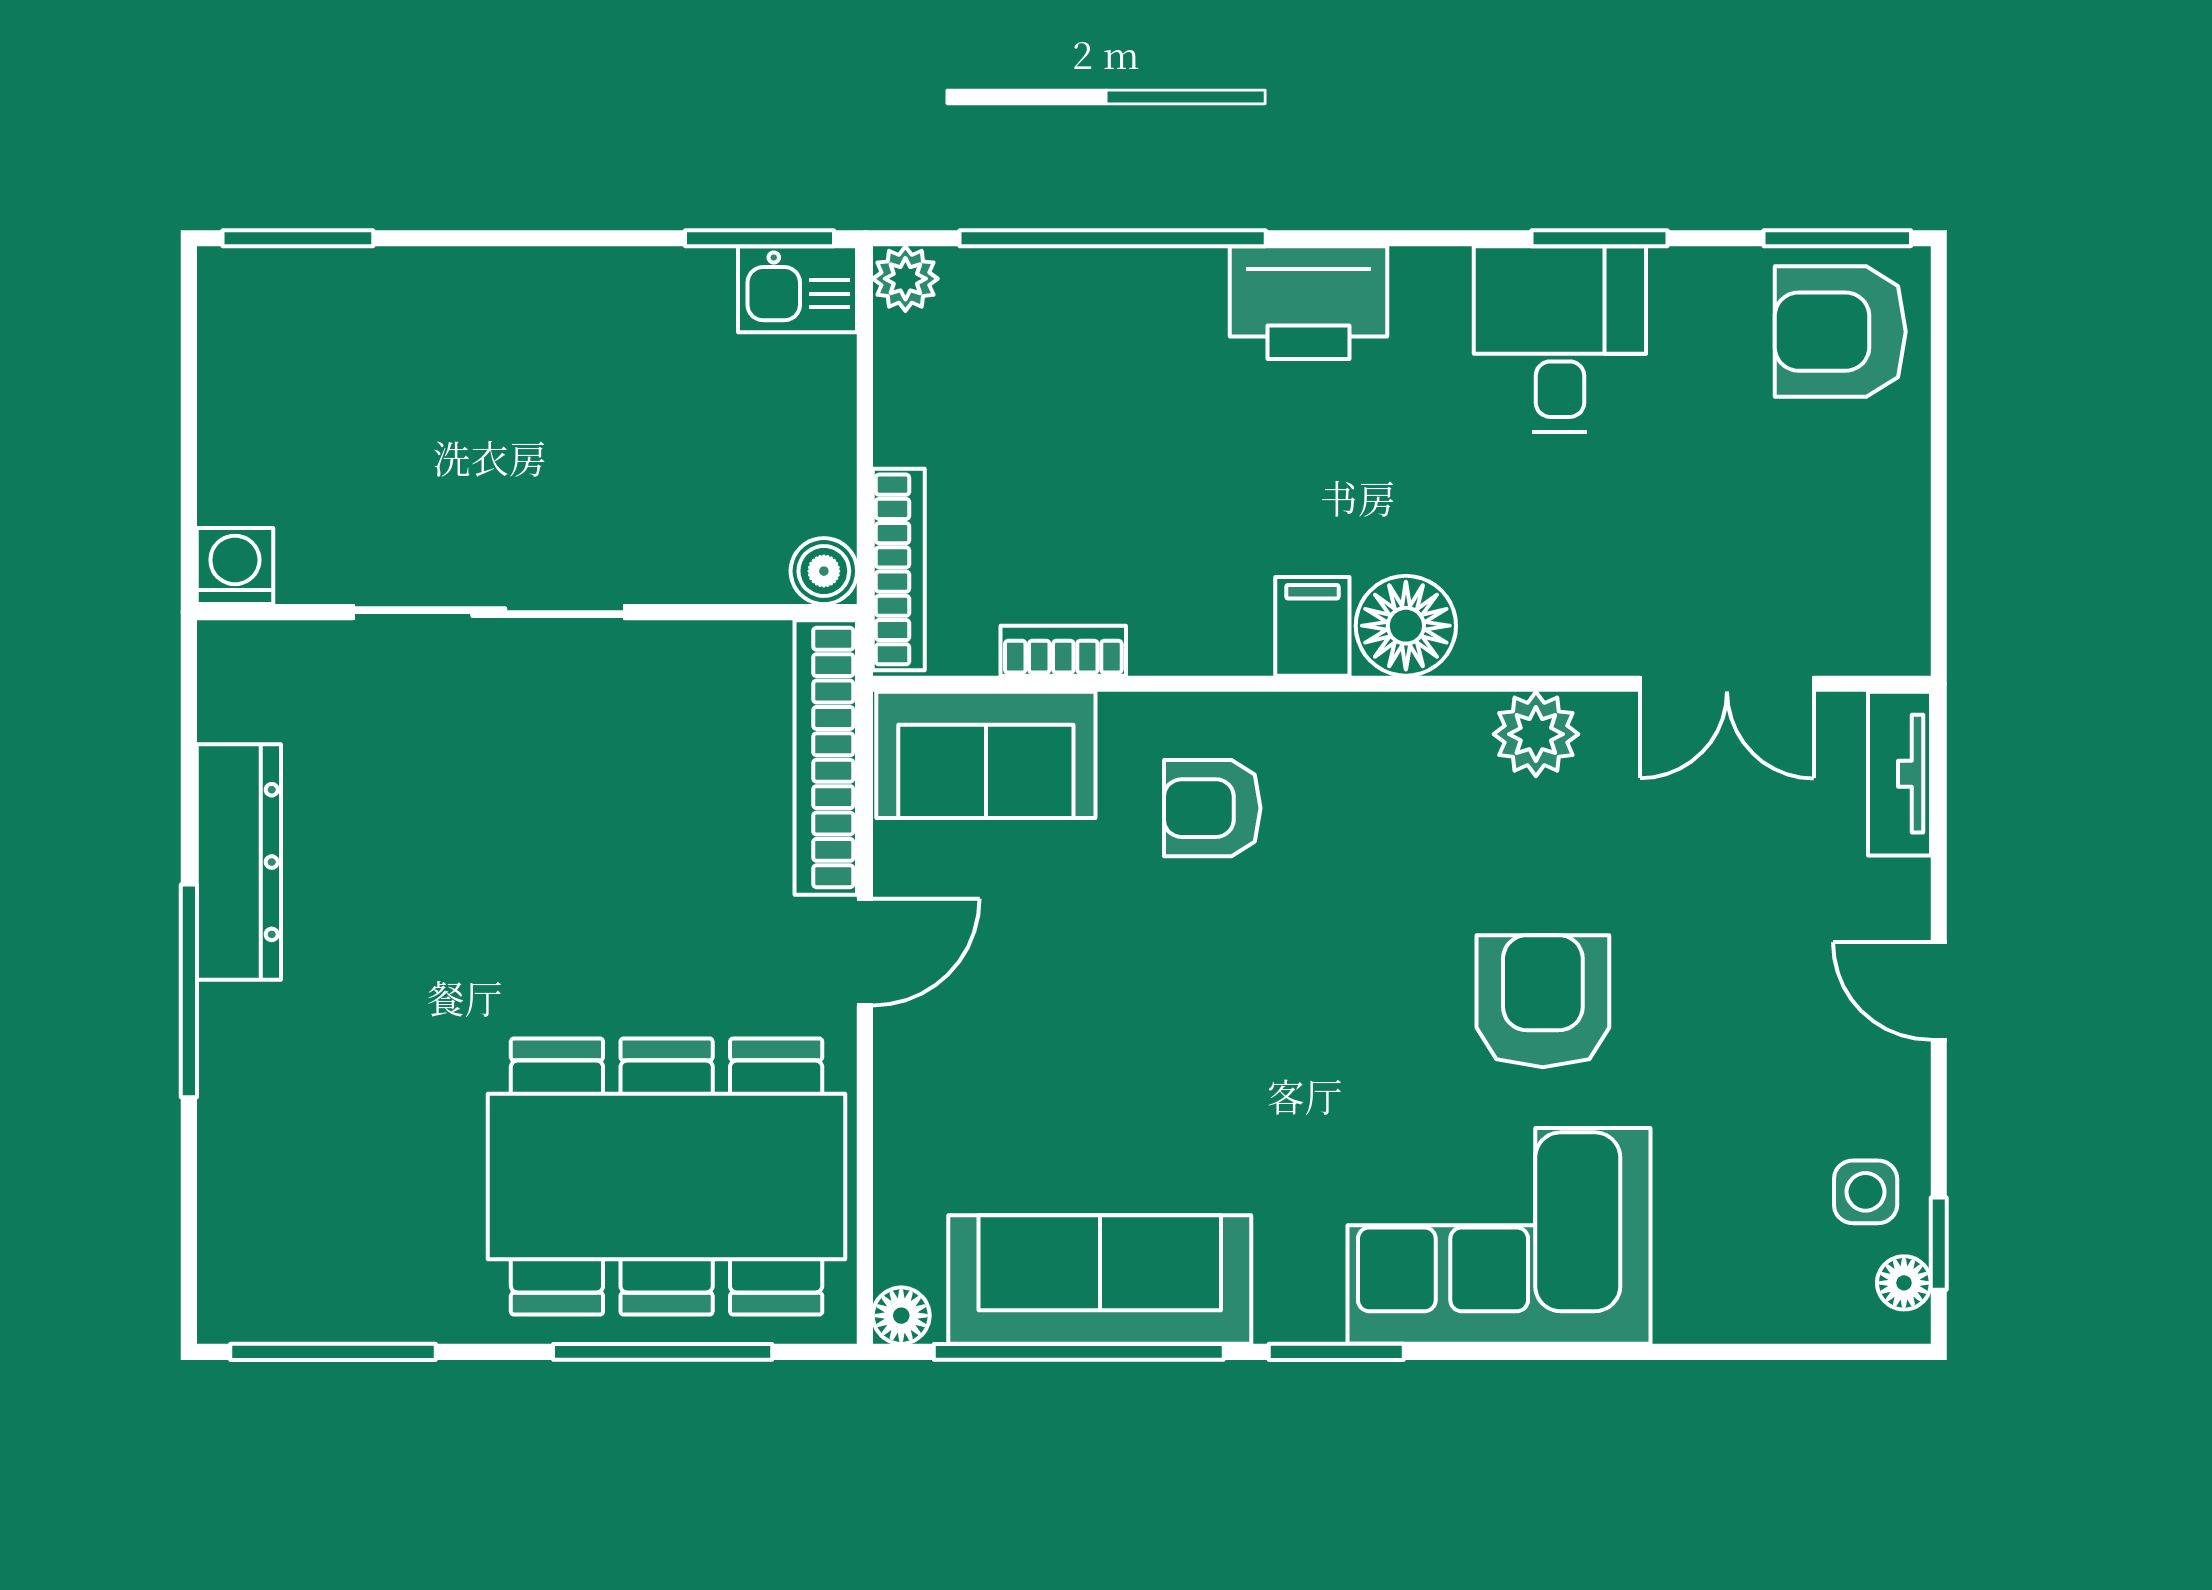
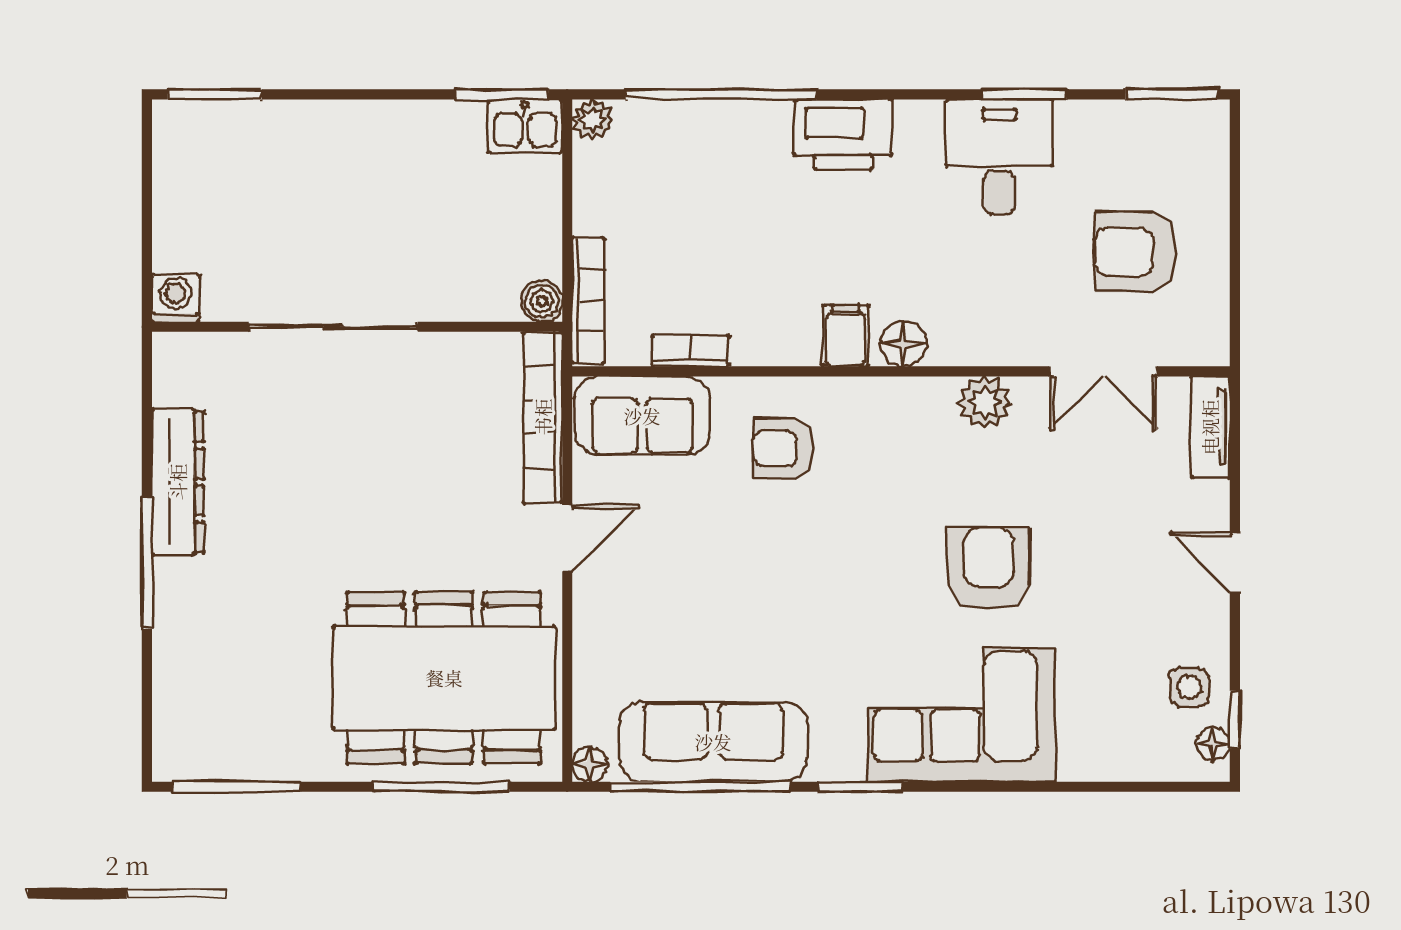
armchair: (1840, 332) -> (1135, 252), moved
floor lamp: (1406, 626) -> (904, 344), width x0.73, depth x0.73

